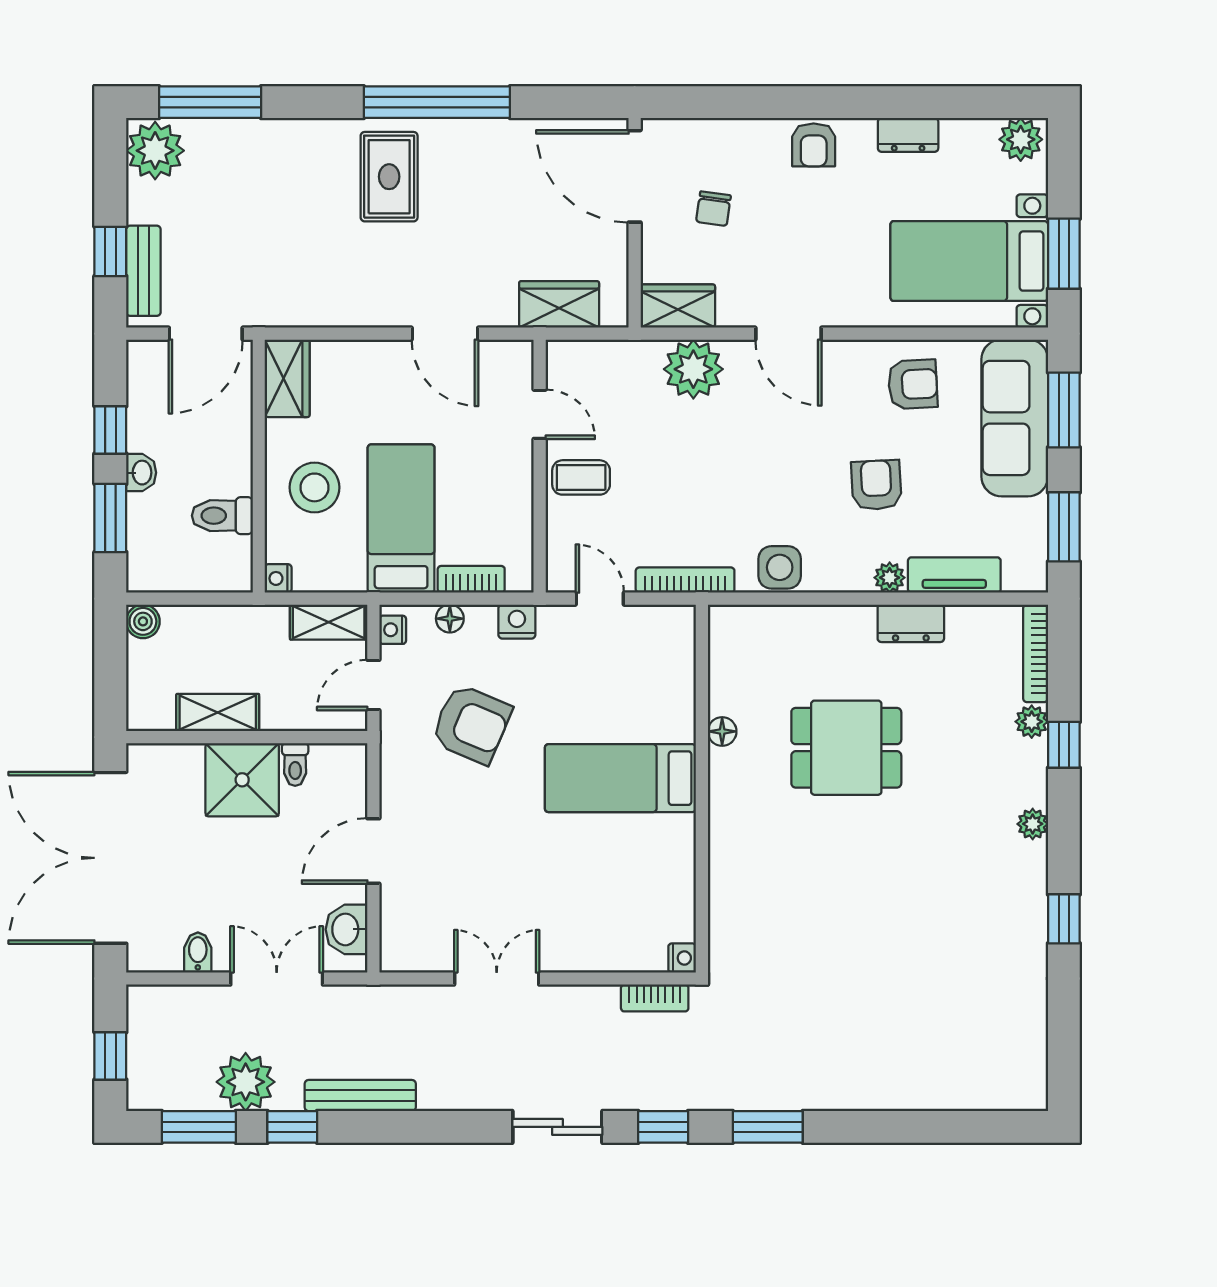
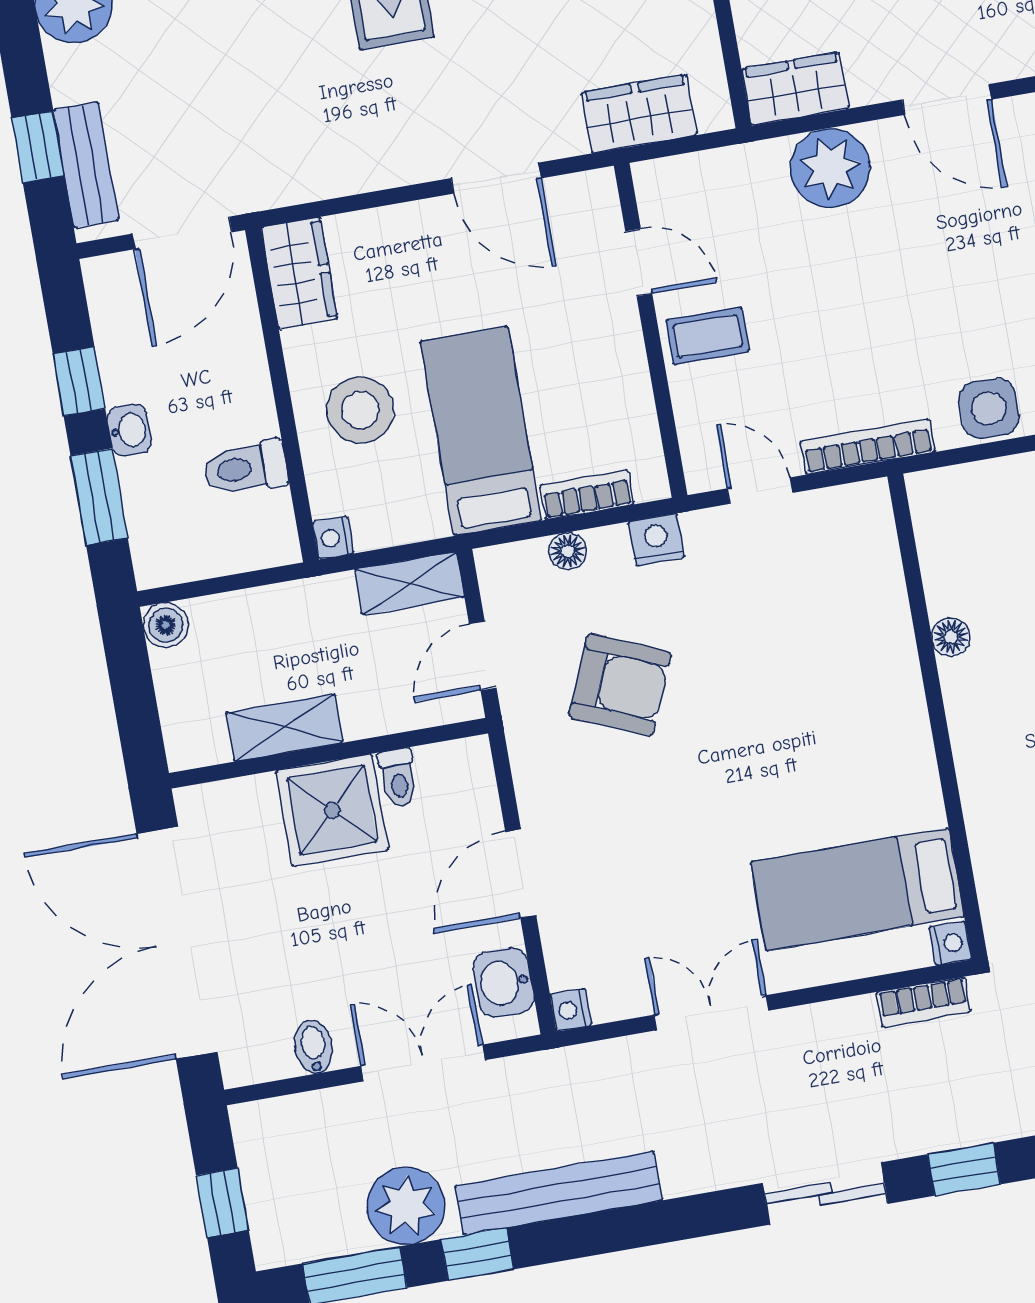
nightstand: (393, 630) -> (571, 1010), moved
bed: (620, 778) -> (857, 889), moved
bench: (360, 1096) -> (559, 1193), width x1.37, depth x1.21

